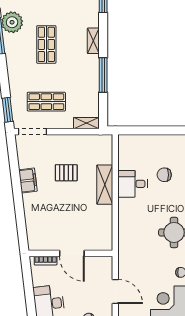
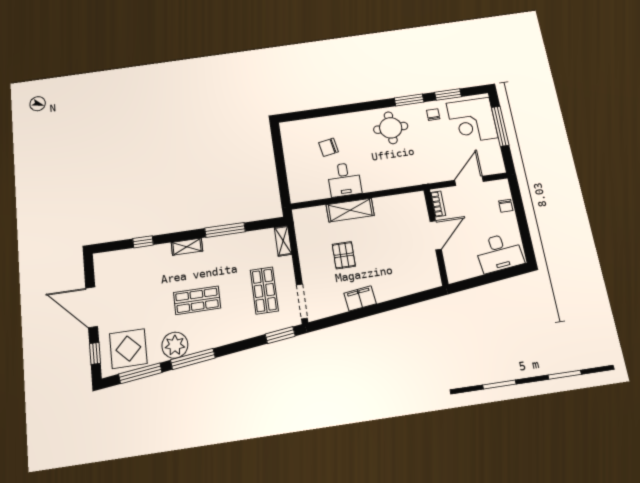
chair: (164, 175) -> (328, 147), turned 80
bookcase: (46, 261) -> (438, 204), moved

